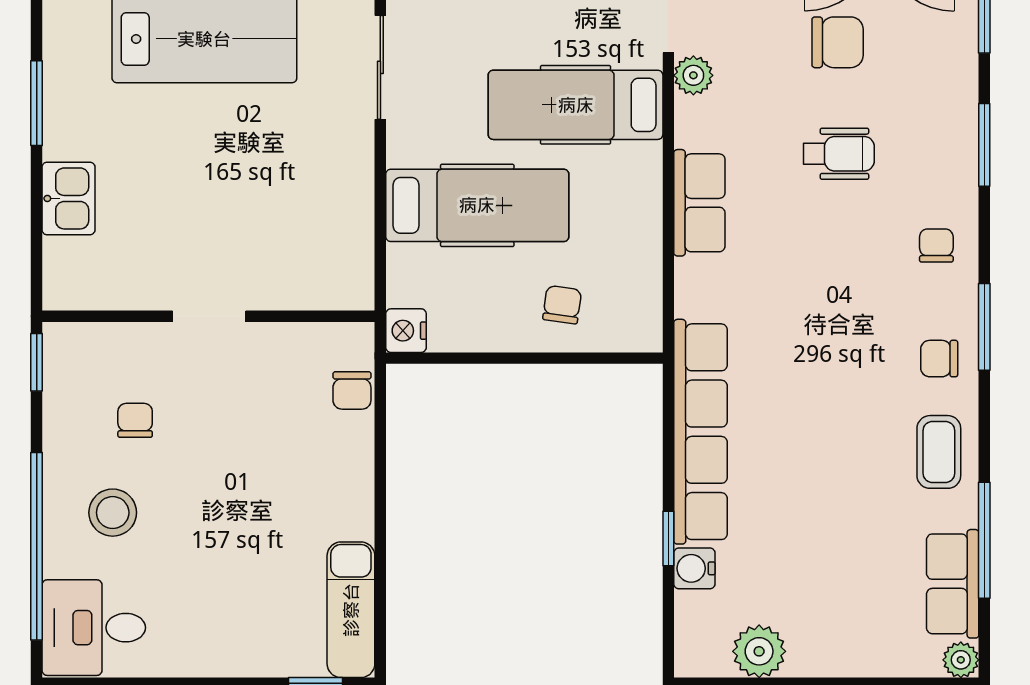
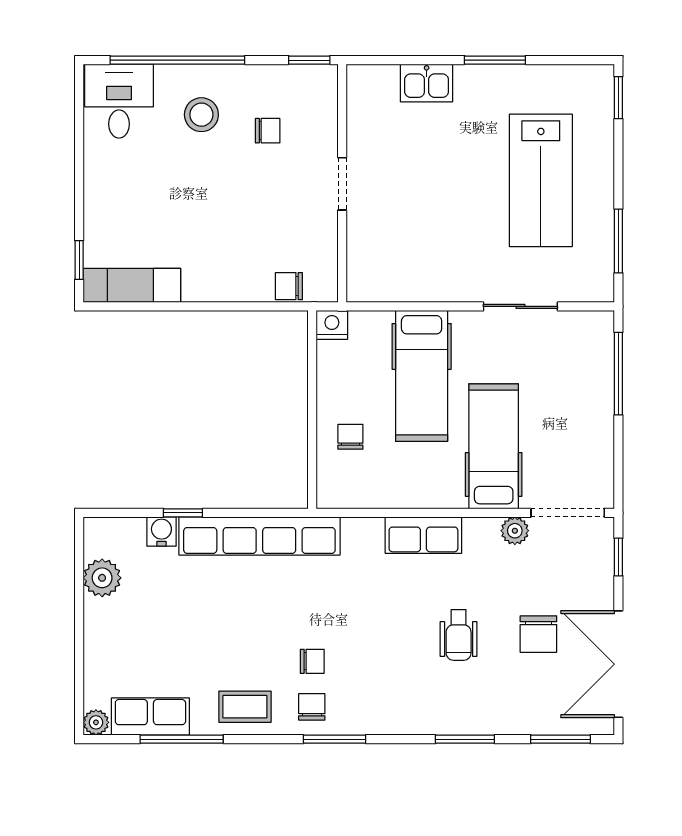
chair: (936, 245) -> (312, 661), moved
chair: (562, 305) -> (350, 437), turned -98

